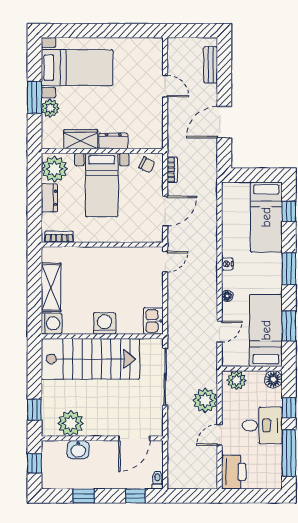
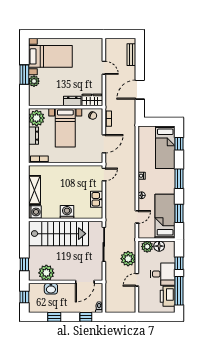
wardrobe: (81, 139) -> (92, 100), moved
kitchen sink: (153, 321) -> (97, 199), moved
floor lamp: (273, 379) -> (159, 246), moved
printer: (234, 472) -> (168, 296), moved, turned 180

